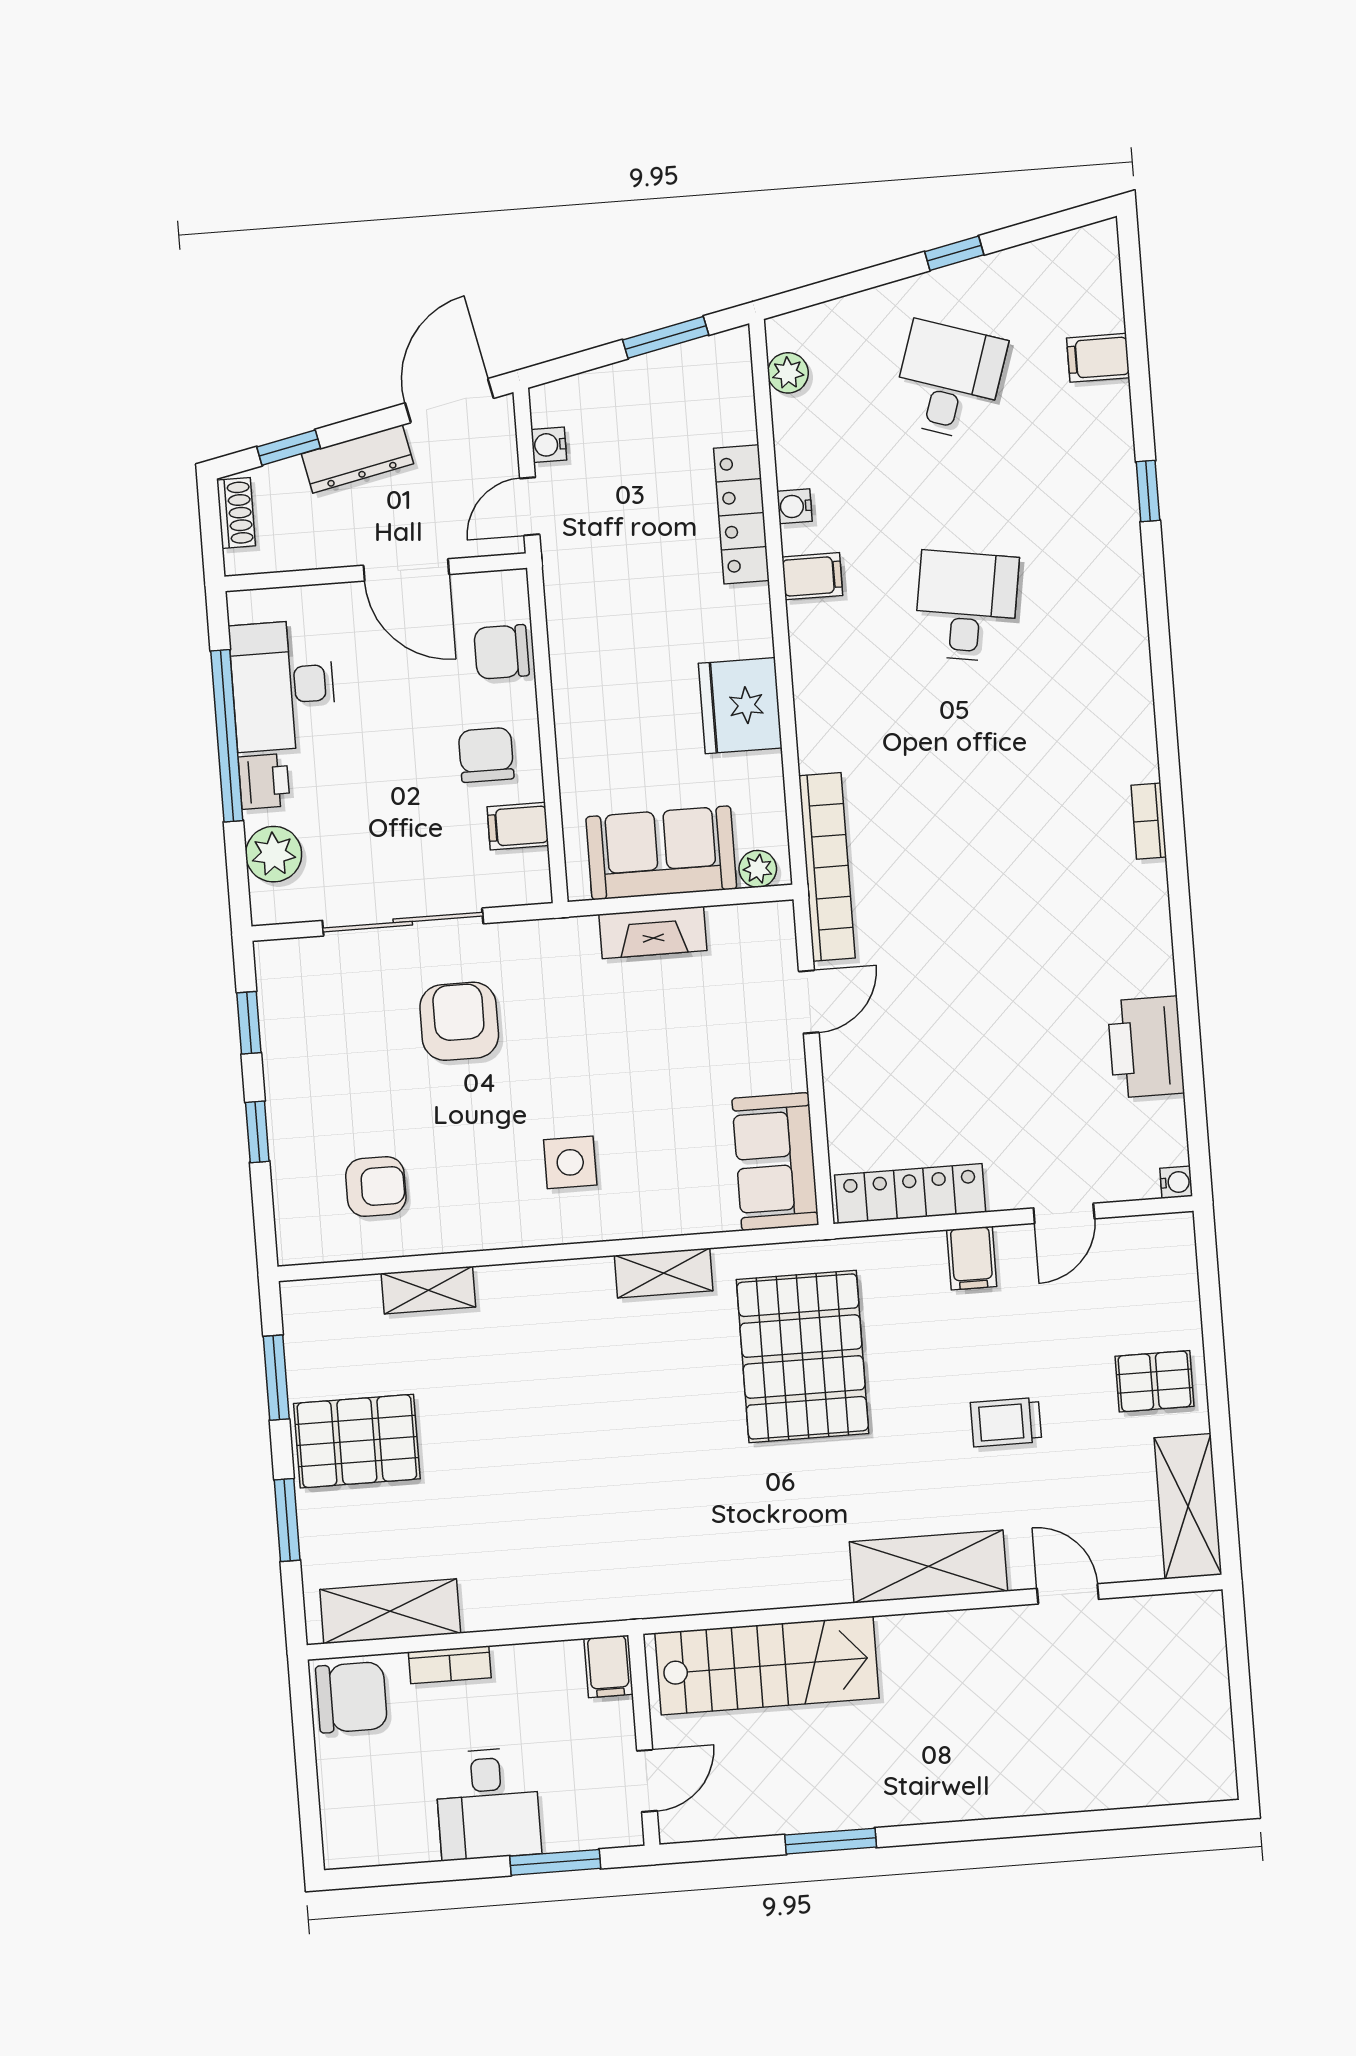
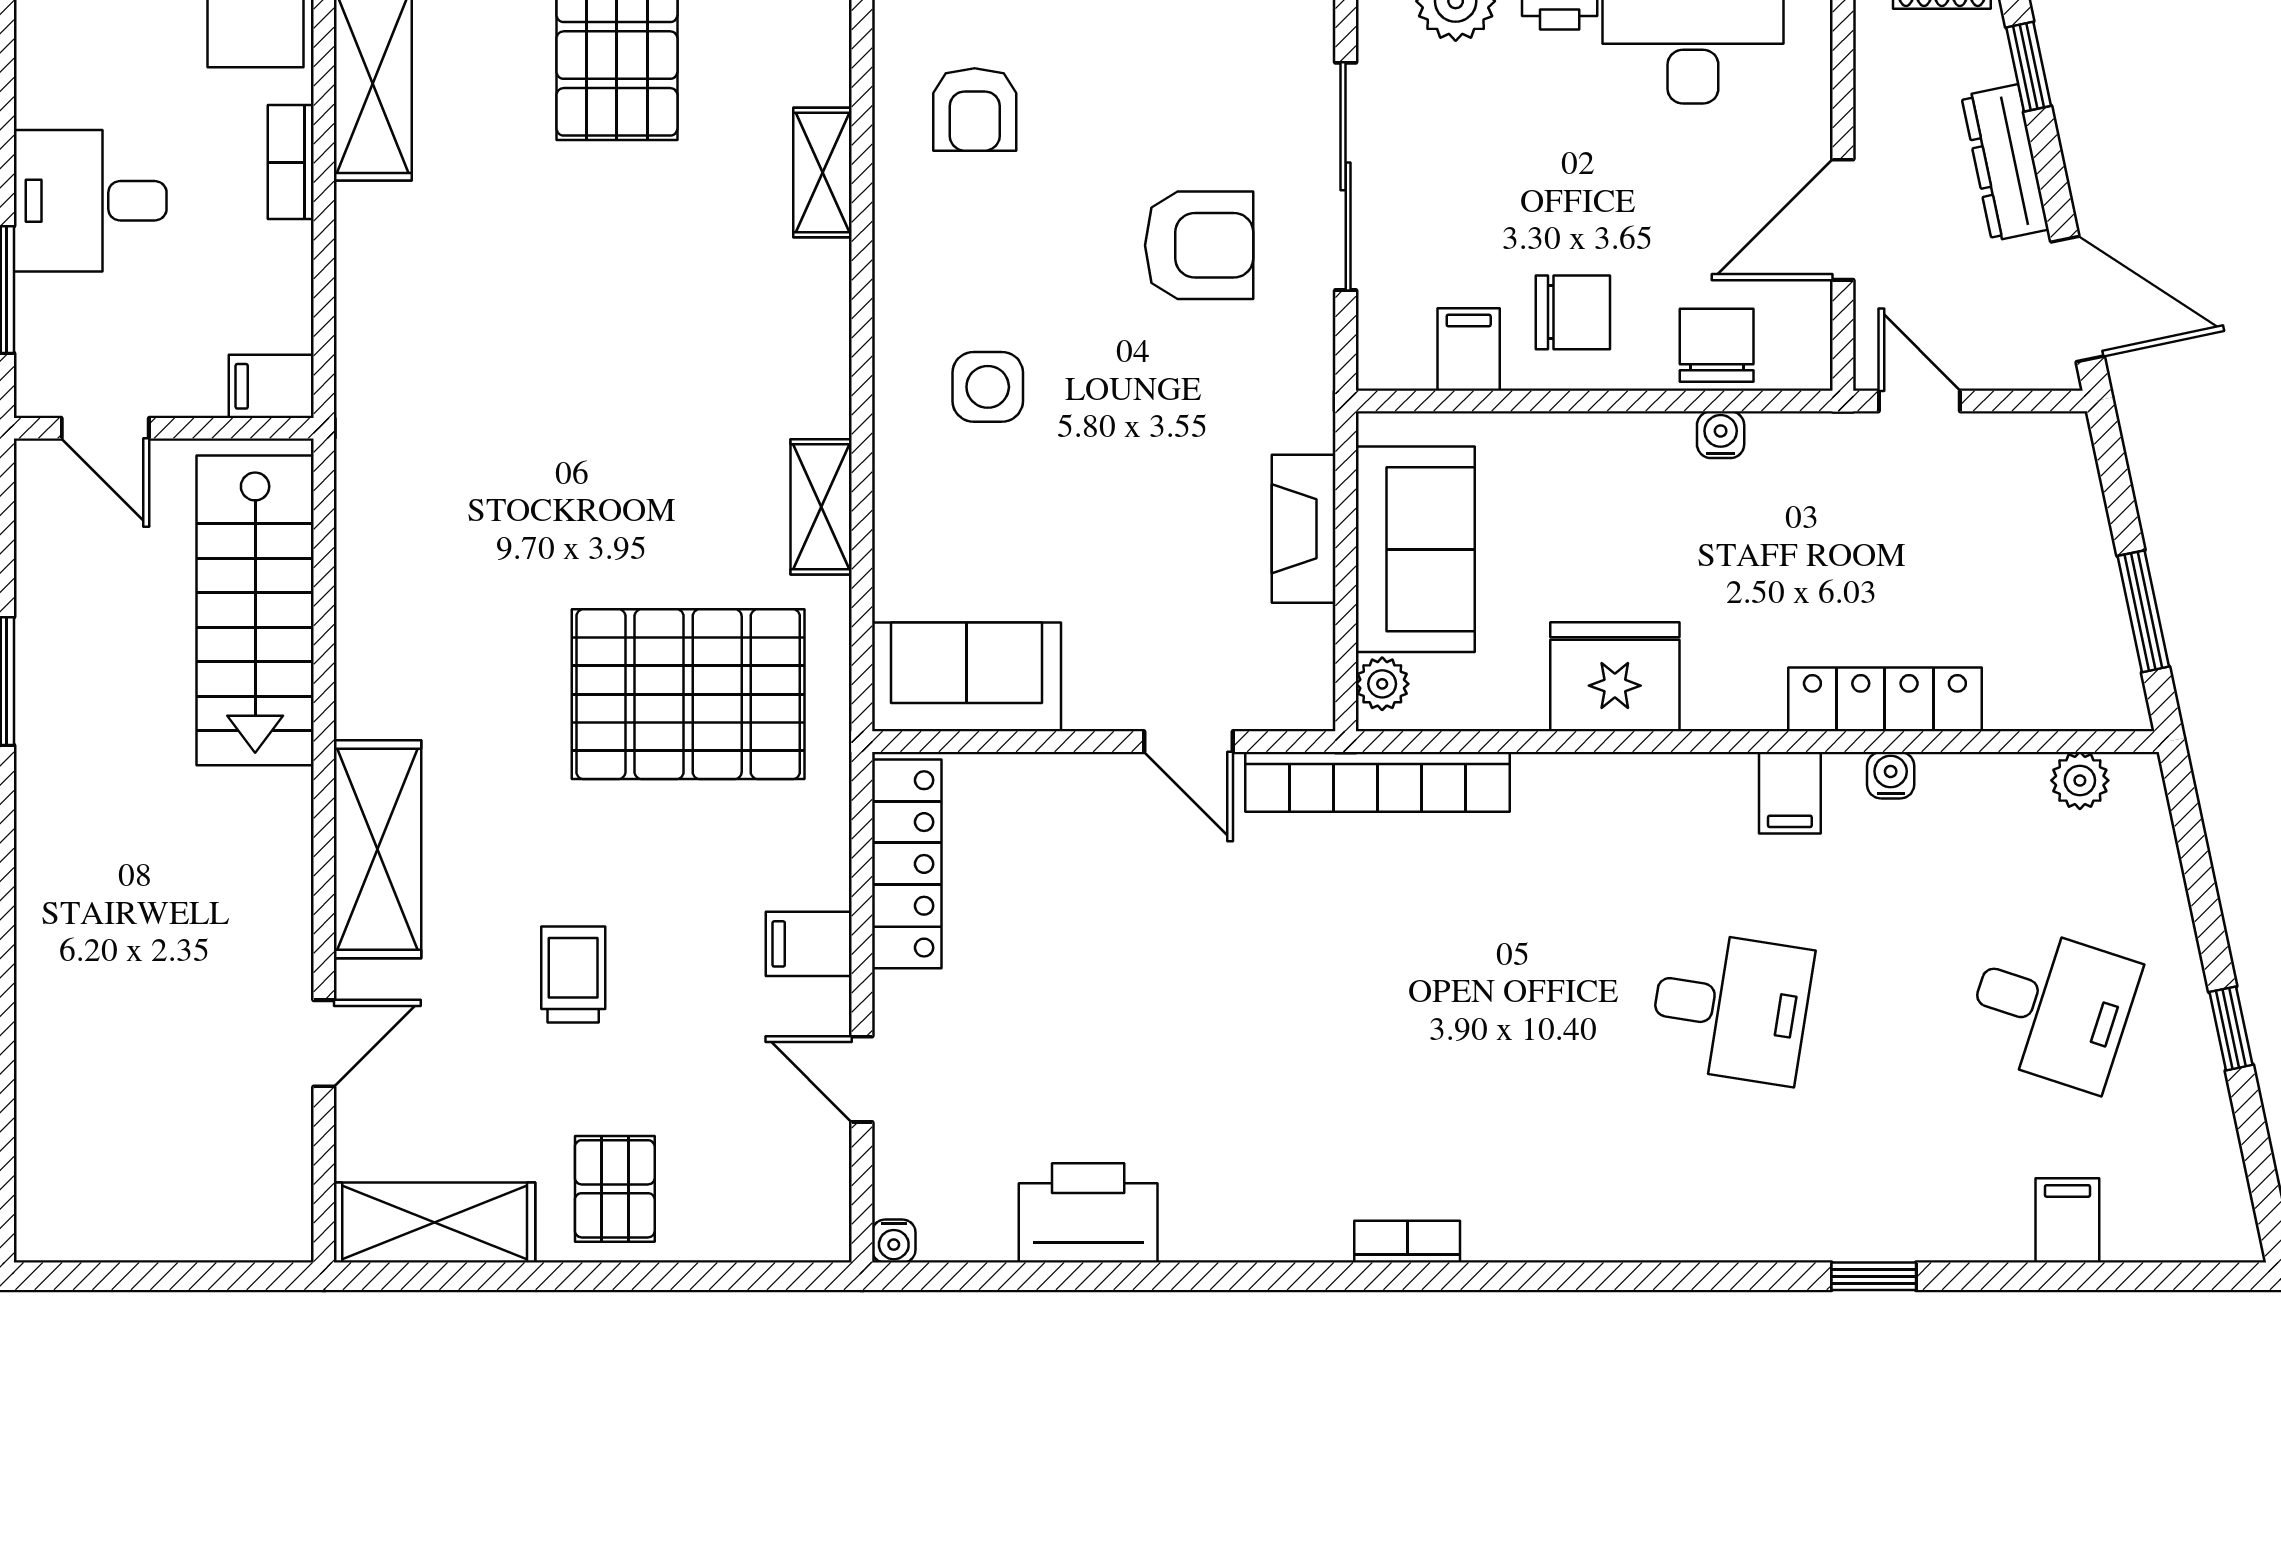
water cooler: (549, 445) -> (1721, 435), moved

